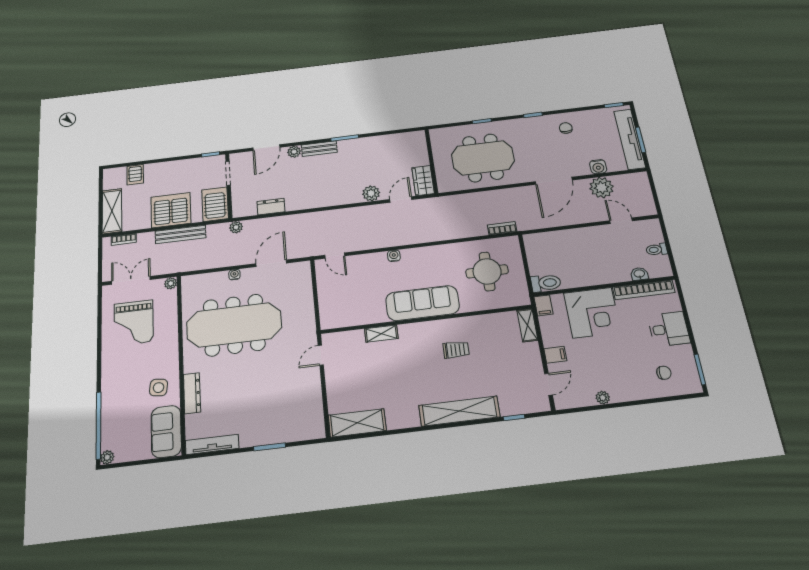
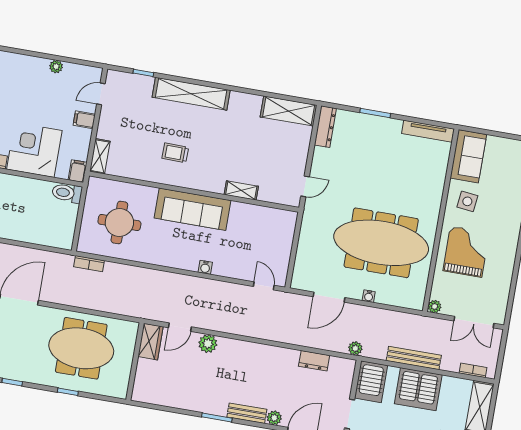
grand piano: (134, 323) -> (466, 252), moved
dresser: (192, 393) -> (325, 127), moved, turned 180

